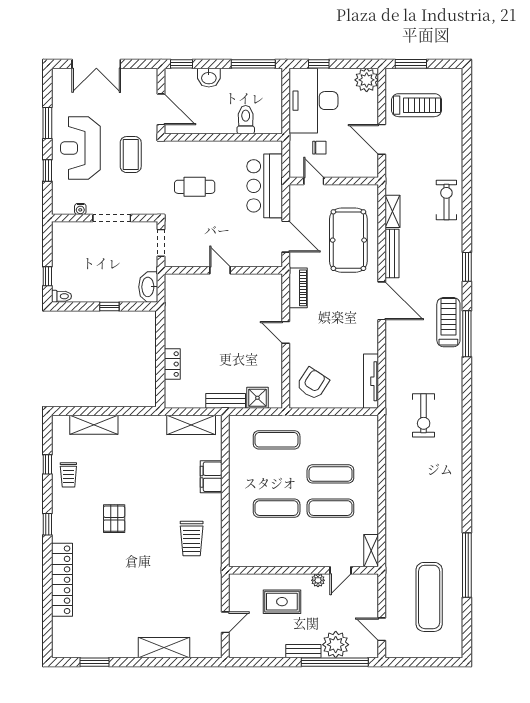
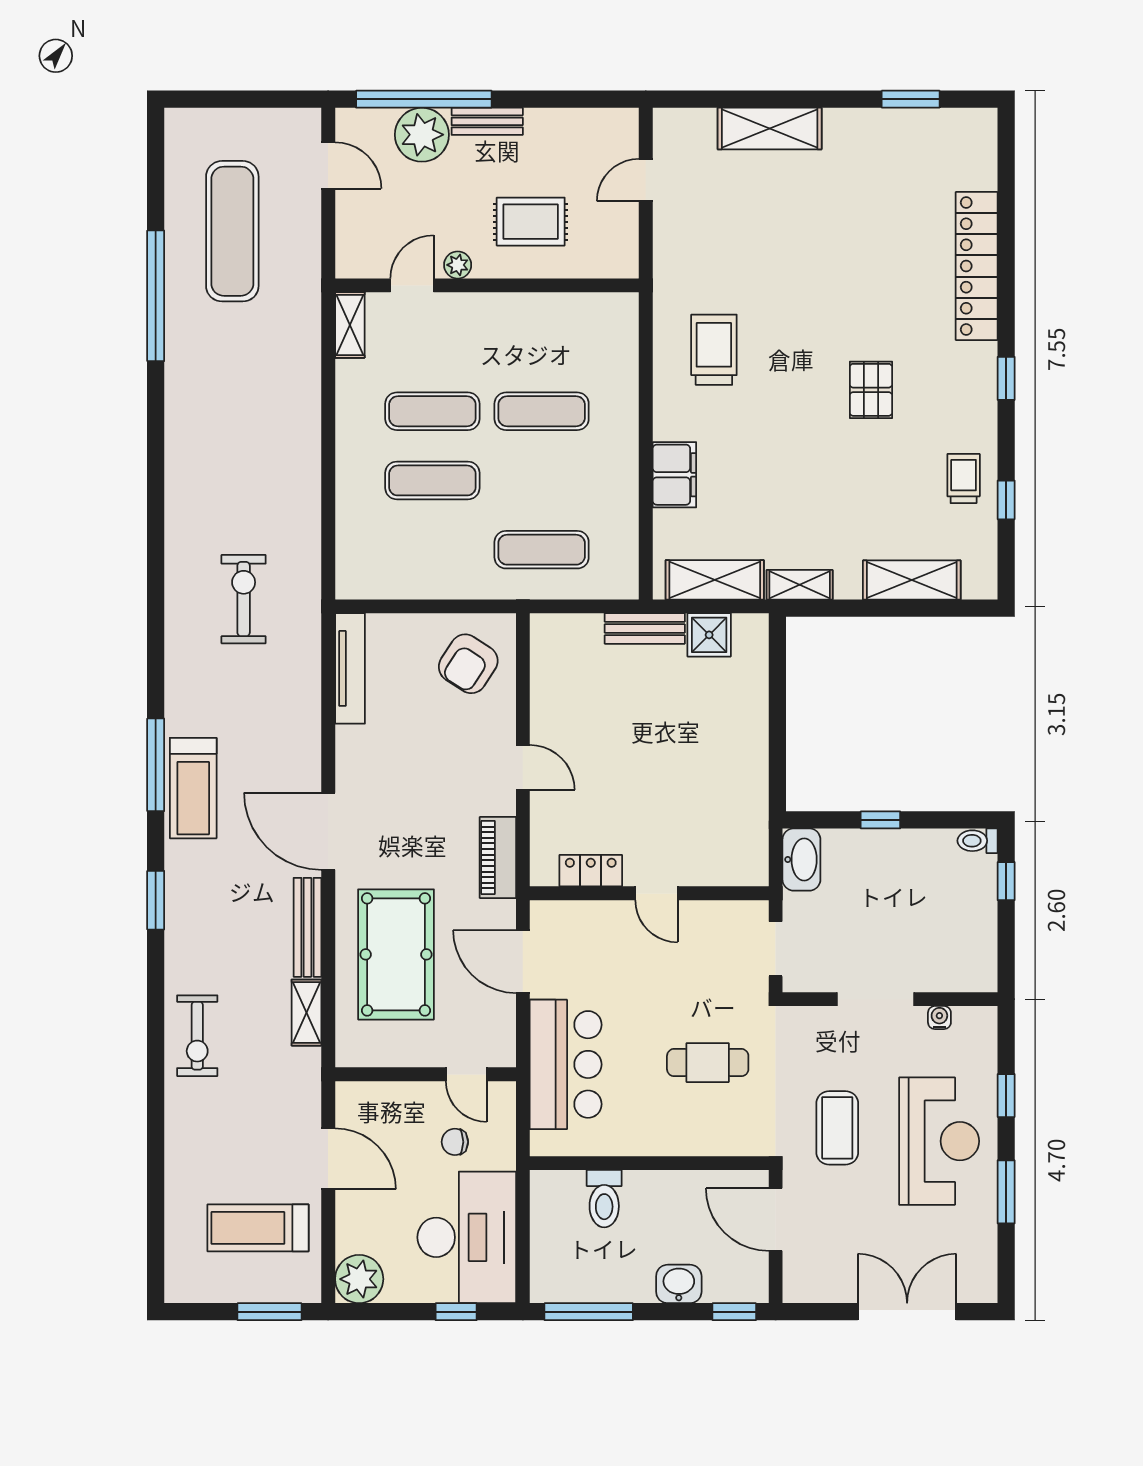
locker: (172, 364) -> (591, 871), moved, turned 90
shower: (257, 398) -> (709, 635), moved
shelving: (149, 423) -> (800, 585), added

